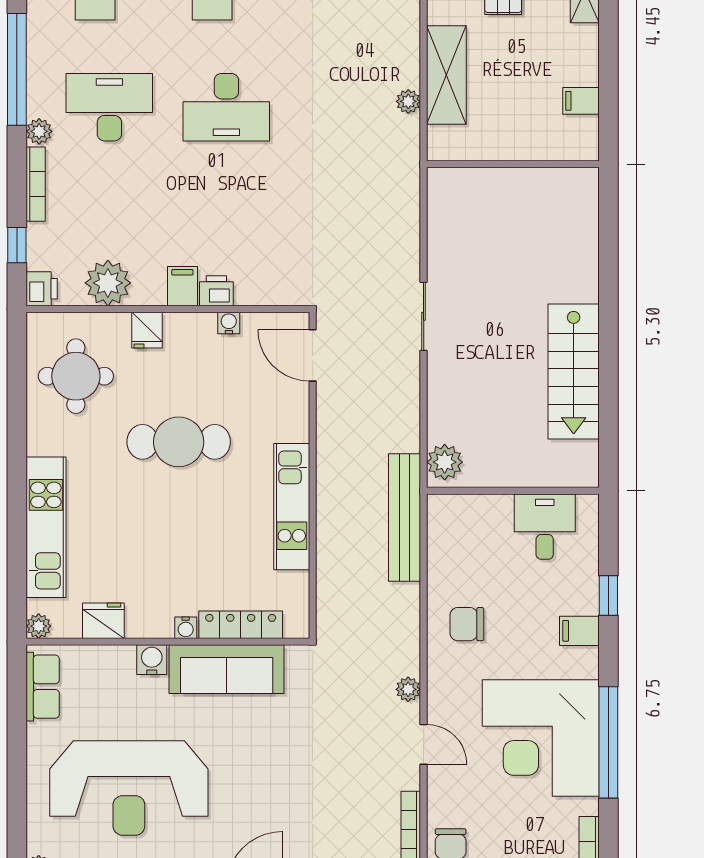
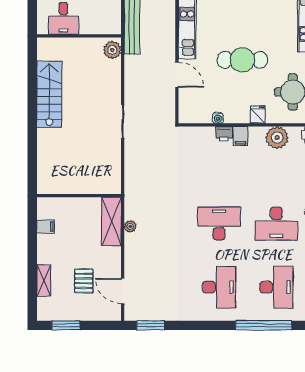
shelving: (446, 75) -> (111, 222), moved
door: (313, 355) -> (177, 75), moved

